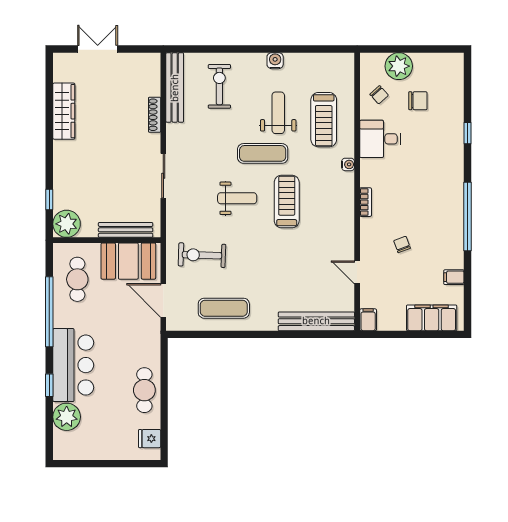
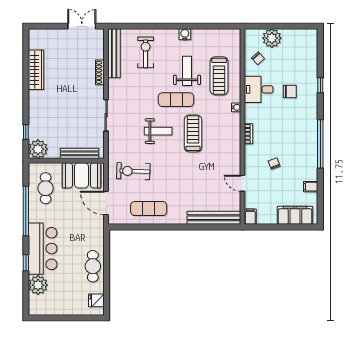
double door: (98, 49) -> (82, 26), moved
chair: (418, 101) -> (290, 92), moved

